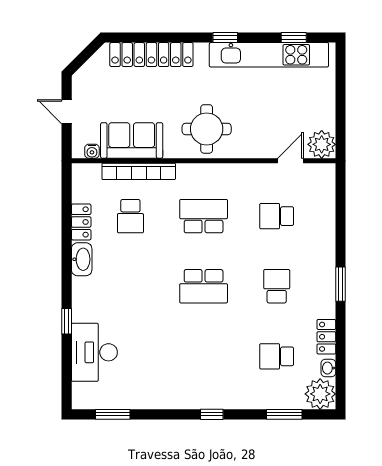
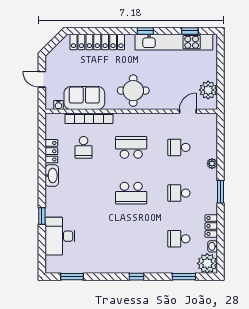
plant: (322, 144) -> (208, 90), moved
plant: (328, 241) -> (212, 164), added
school desk: (277, 286) -> (179, 193), turned -90

